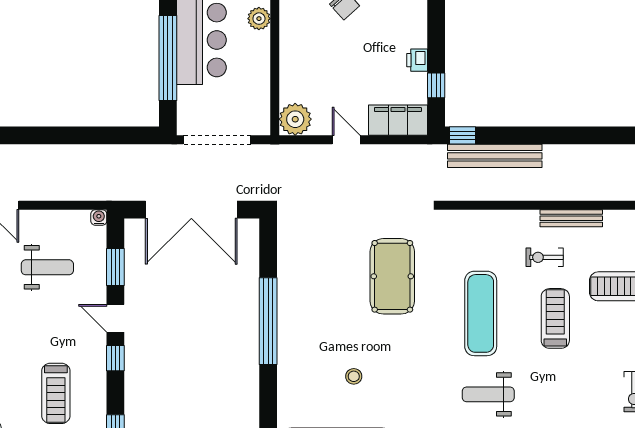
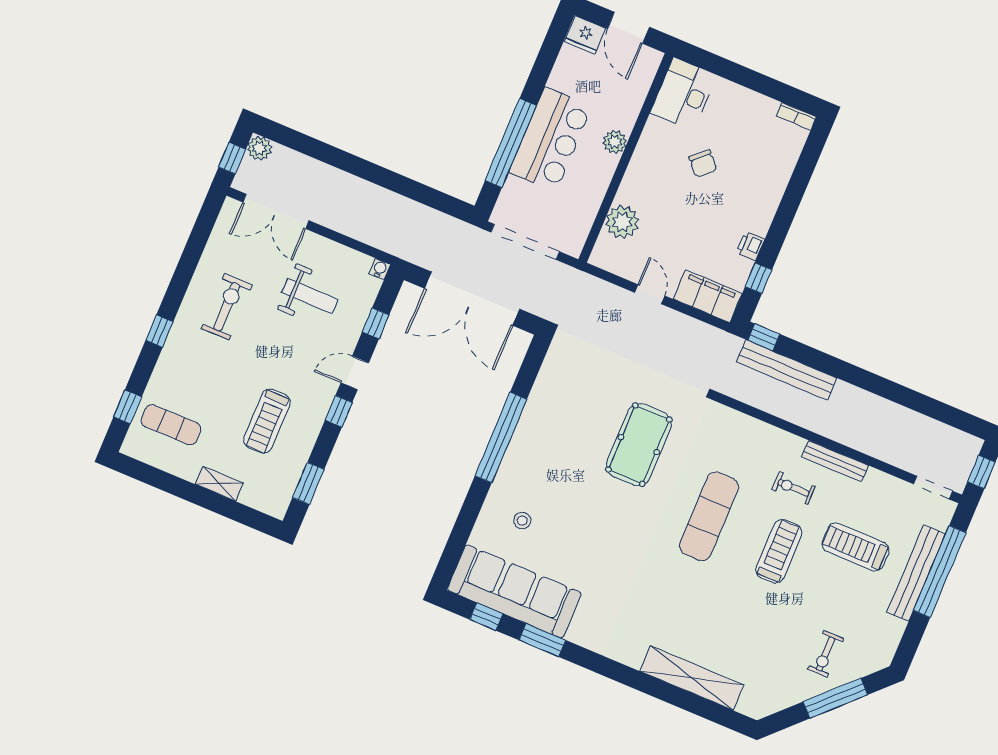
plant: (295, 119) -> (622, 222), moved
window: (115, 267) -> (376, 323), width x0.67
door: (115, 318) -> (355, 373), hinge flipped
stool: (354, 376) -> (522, 521), moved
weight bench: (488, 394) -> (684, 597), removed

